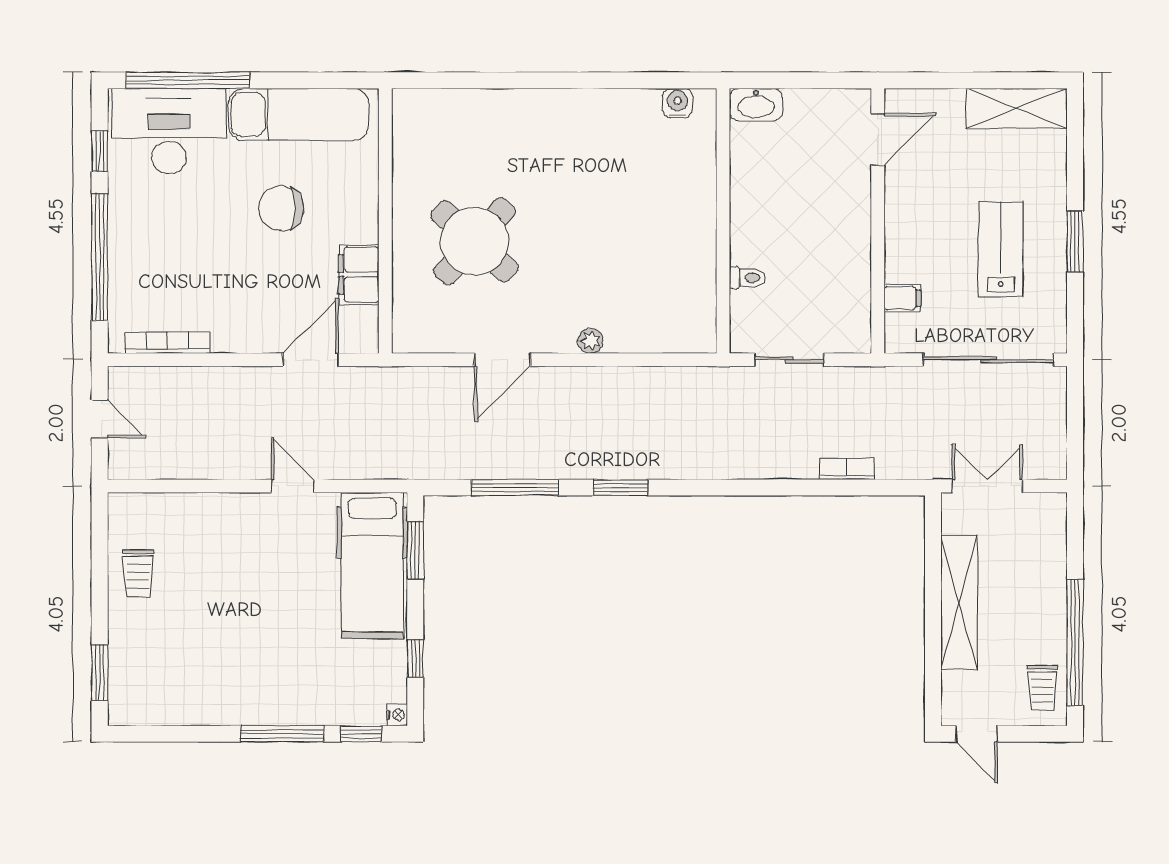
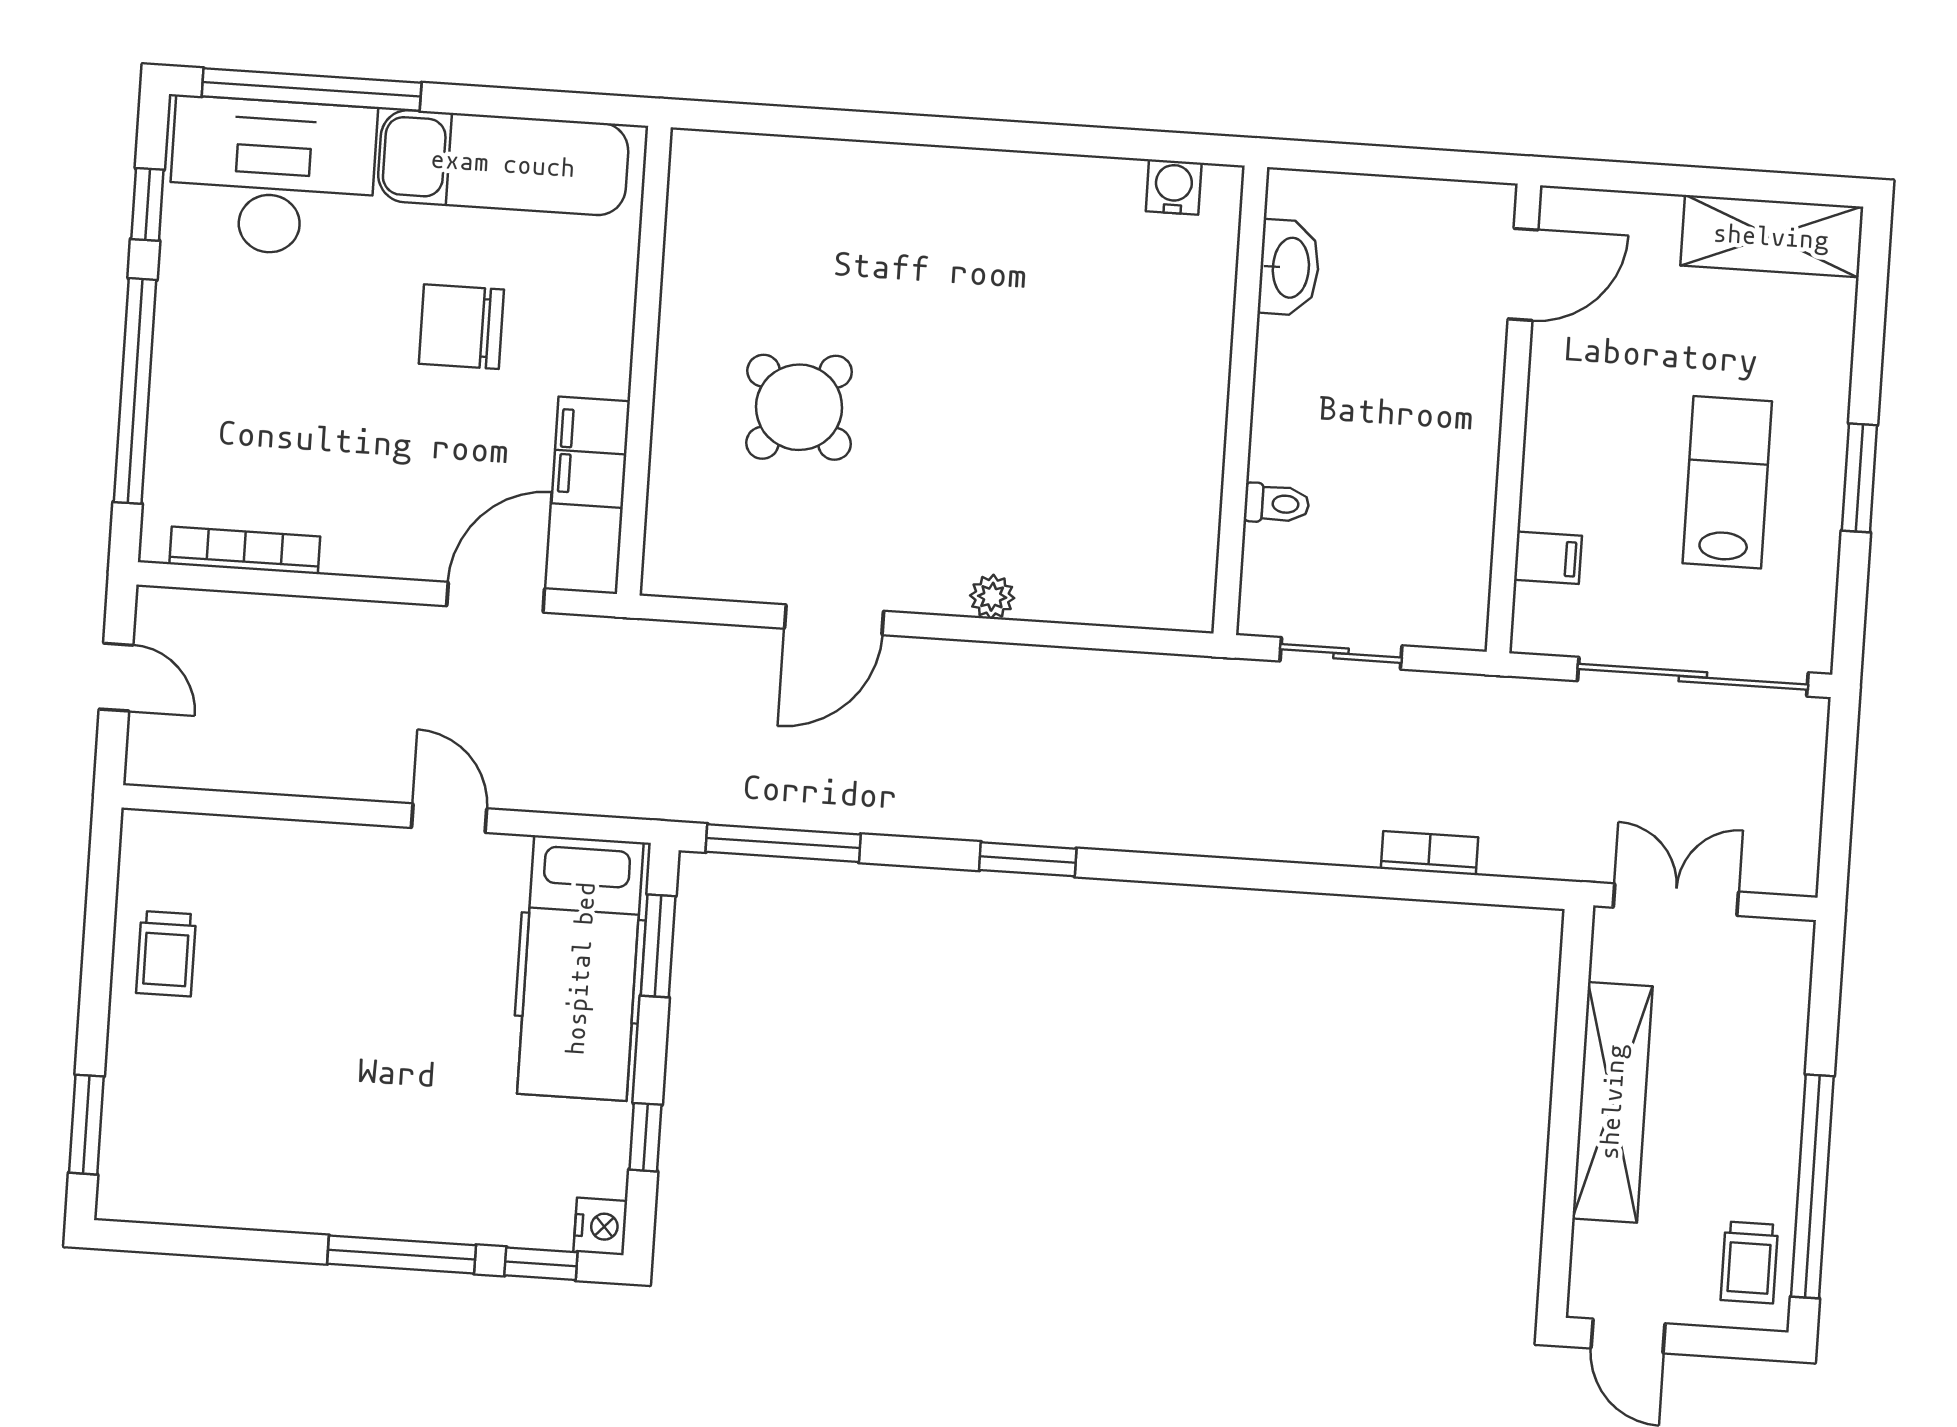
washbasin: (756, 105) -> (1289, 268), moved, turned -90
round table: (475, 241) -> (799, 407), width x0.73, depth x0.73
window: (515, 488) -> (783, 843), moved
nightstand: (397, 715) -> (600, 1226), width x1.39, depth x1.35

